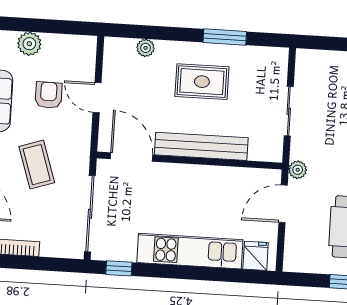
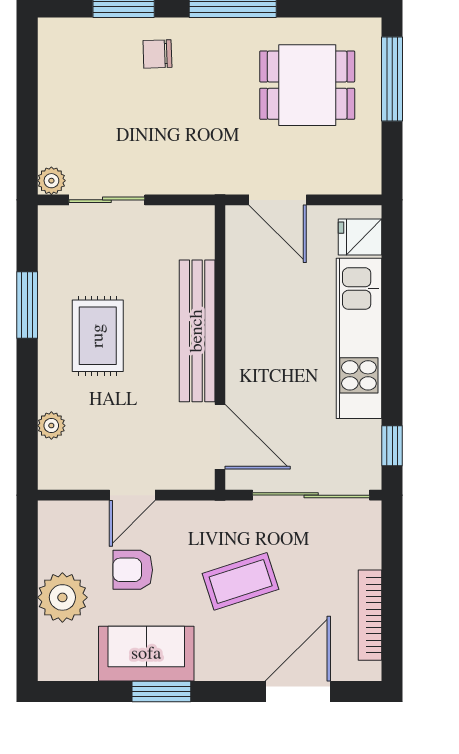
plant: (29, 44) -> (62, 597), width x1.36, depth x1.36
sliding door: (289, 111) -> (107, 200), moved
door: (132, 157) -> (220, 437), swing flipped
plant: (298, 170) -> (51, 181), moved

